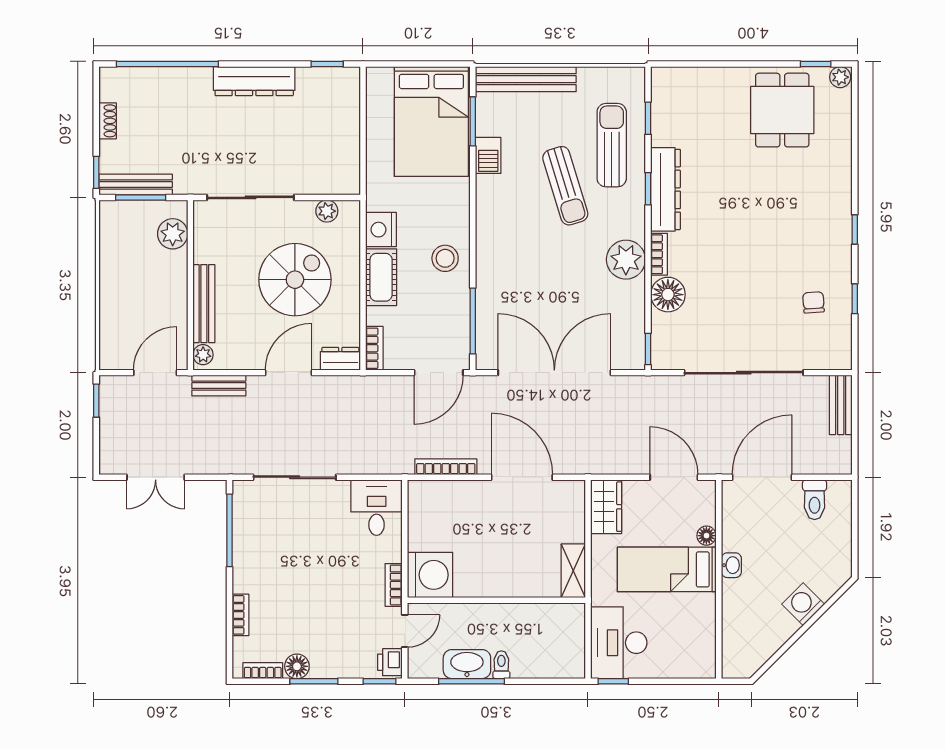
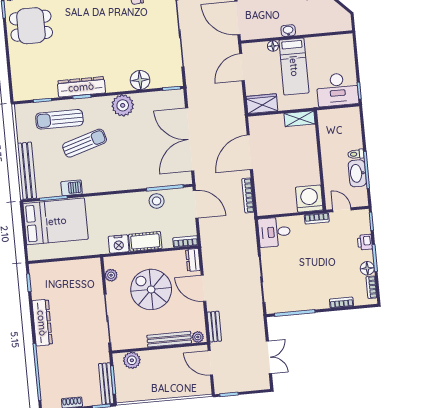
bookcase: (659, 254) -> (118, 87), removed
stool: (445, 258) -> (157, 201), moved
printer: (390, 662) -> (365, 242), moved, turned 90

